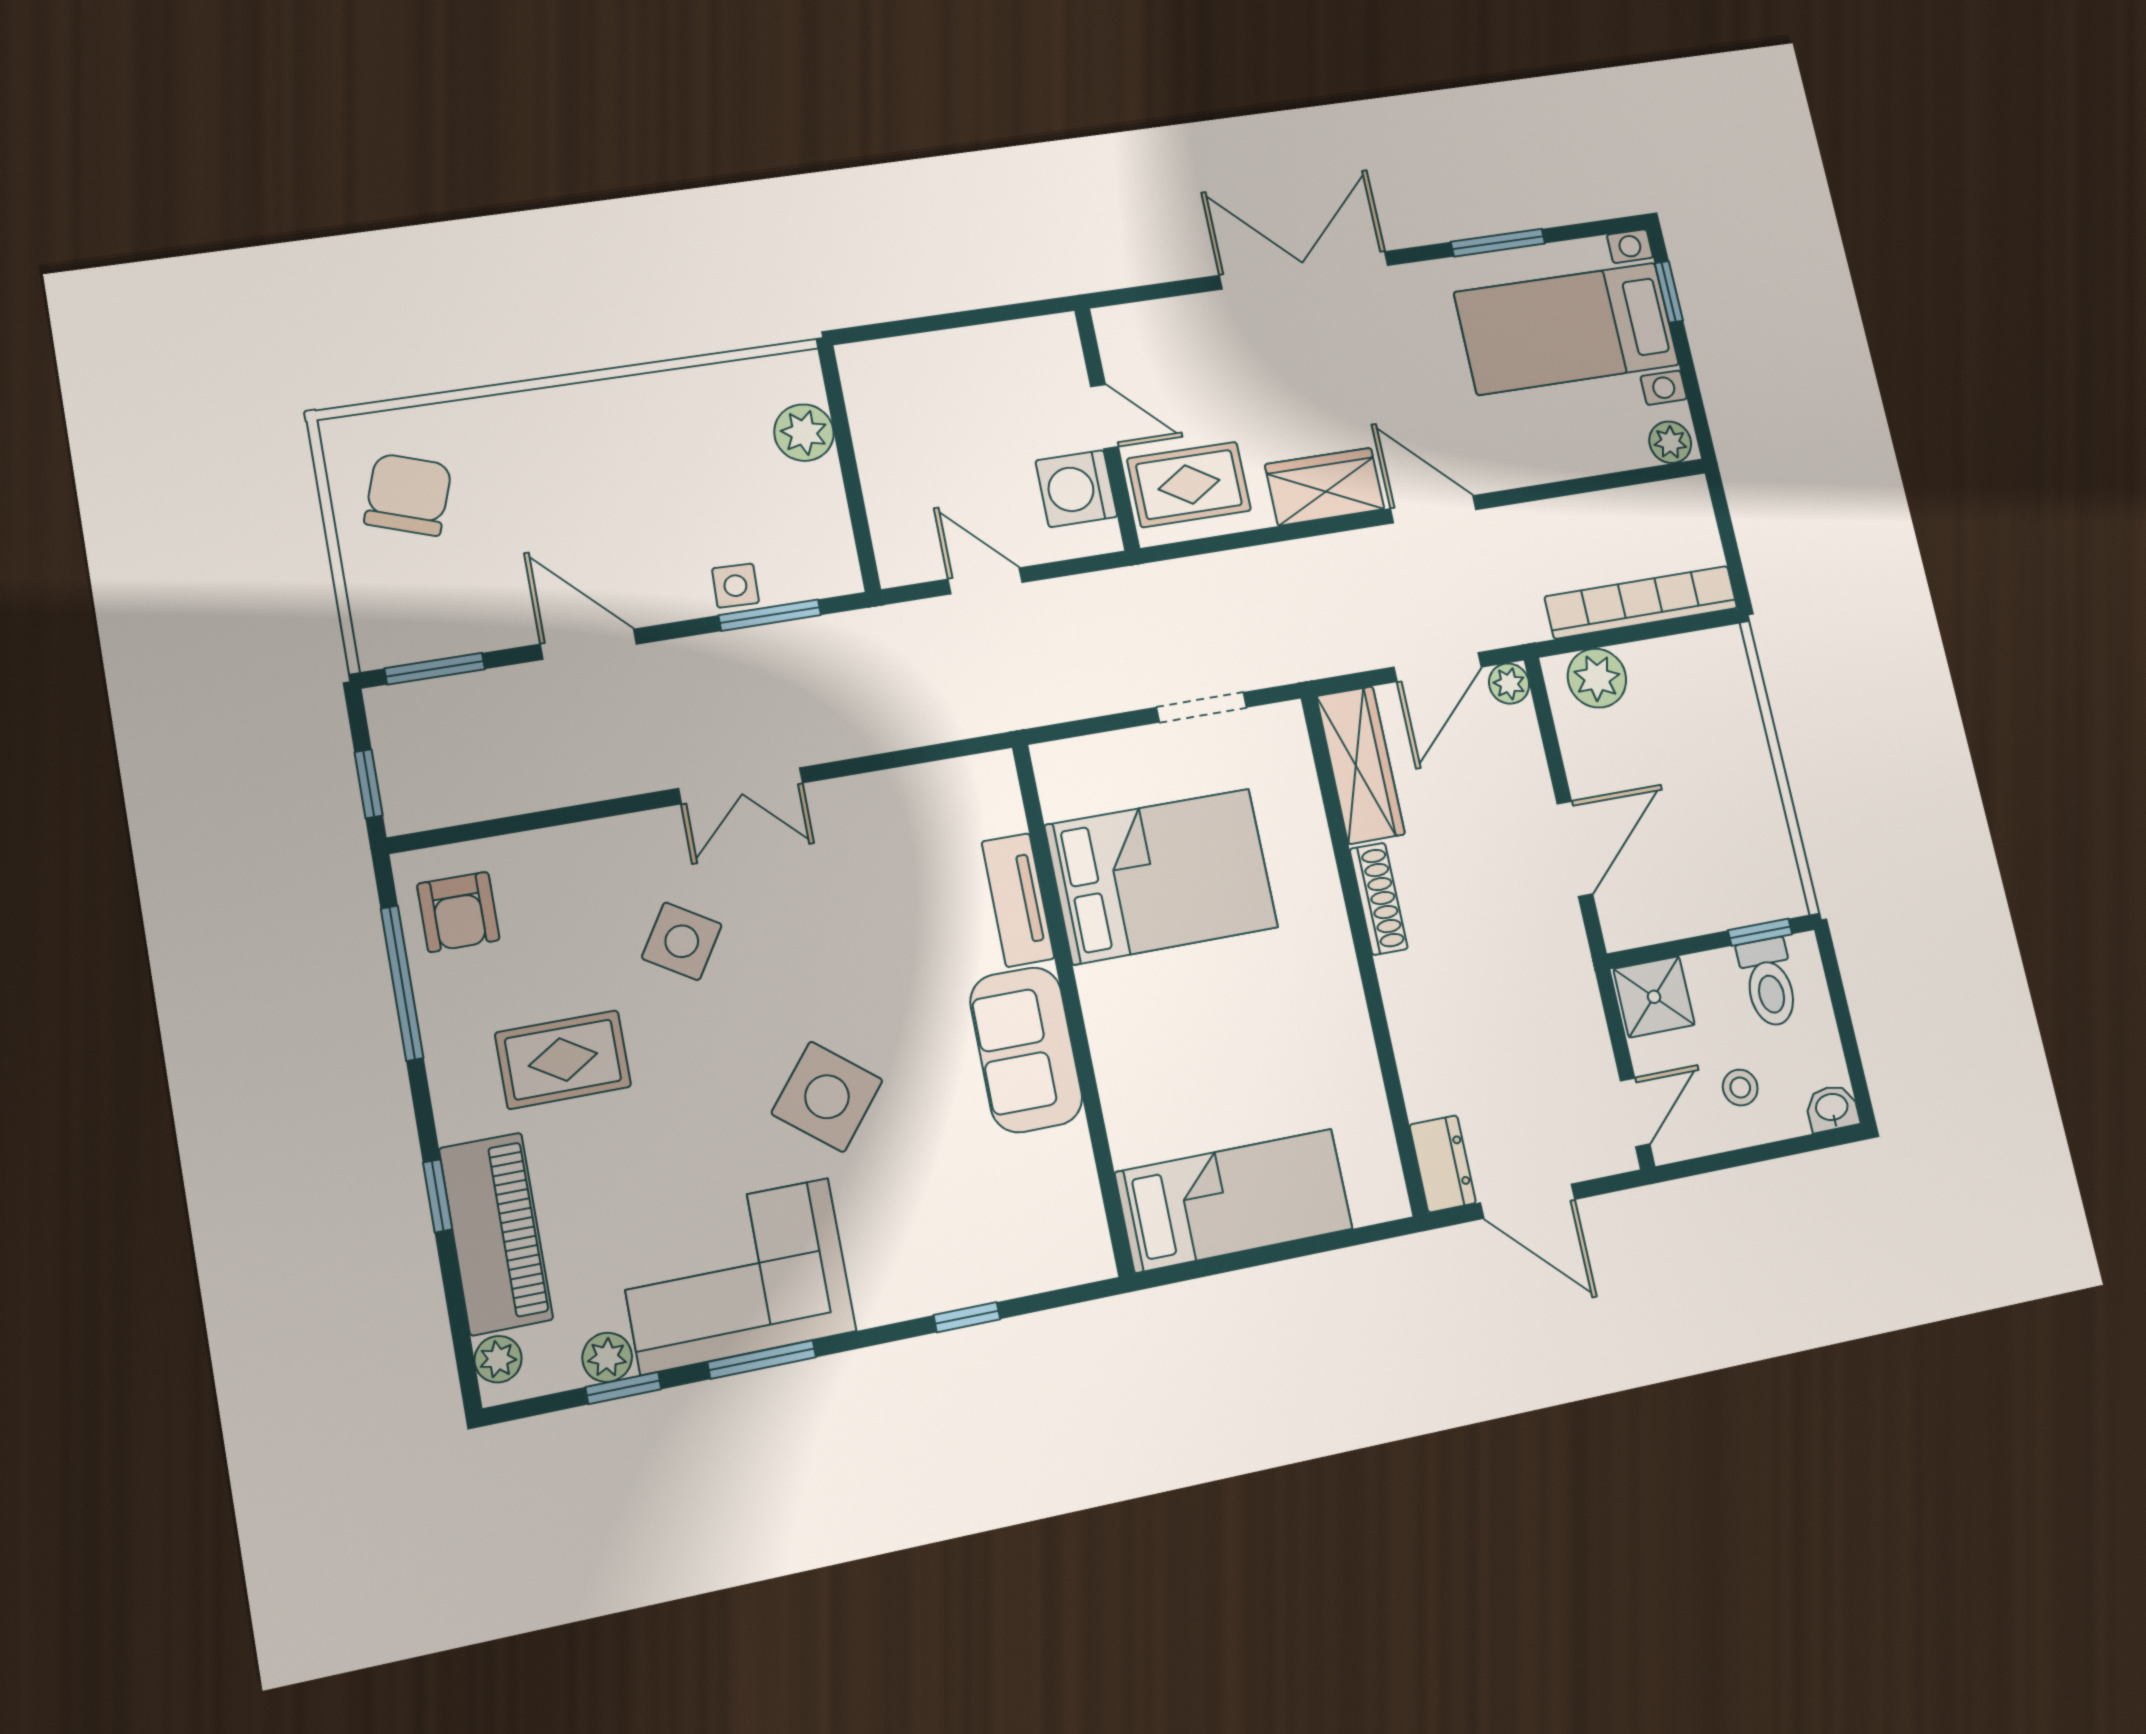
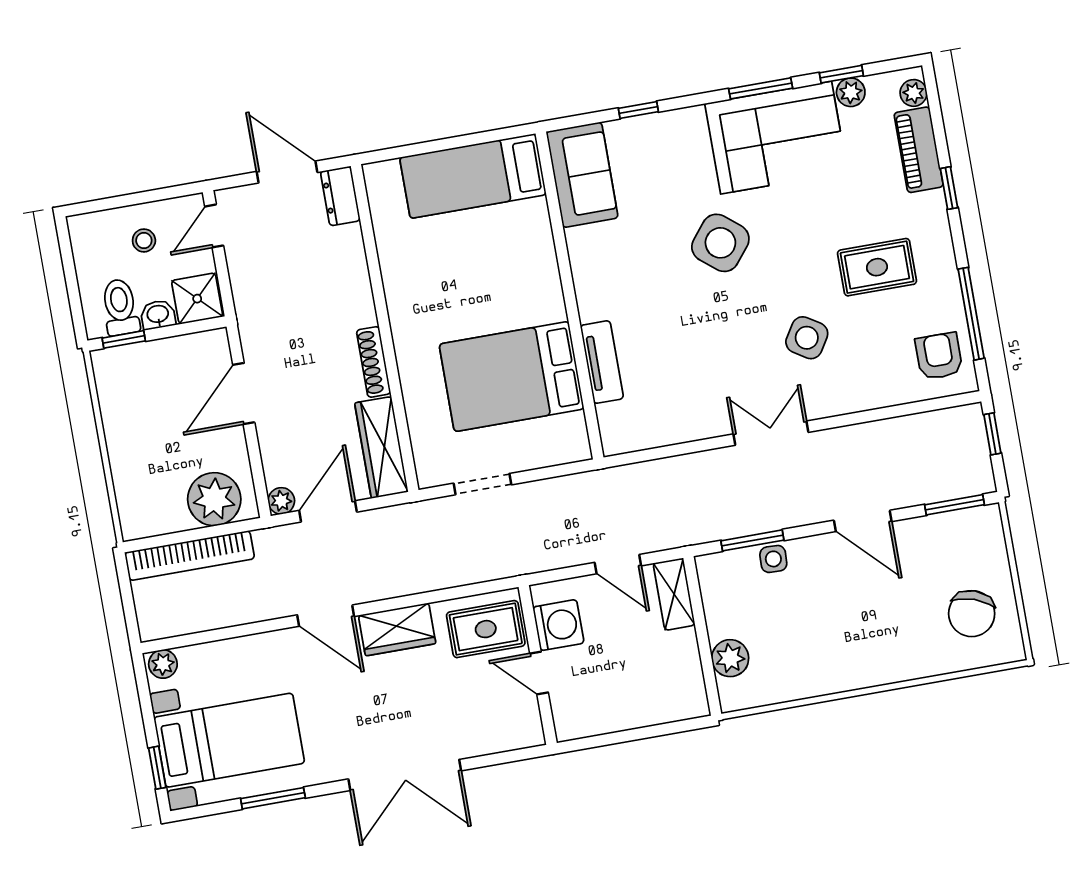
shelving: (895, 533) -> (674, 594), added
plant: (1597, 678) -> (214, 499), width x1.36, depth x1.36
sofa: (1026, 1050) -> (582, 175), moved
washbasin: (1832, 1108) -> (158, 315), moved, turned 180
piano: (496, 1234) -> (919, 150), width x0.73, depth x0.75

